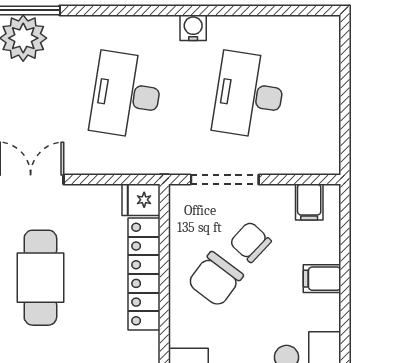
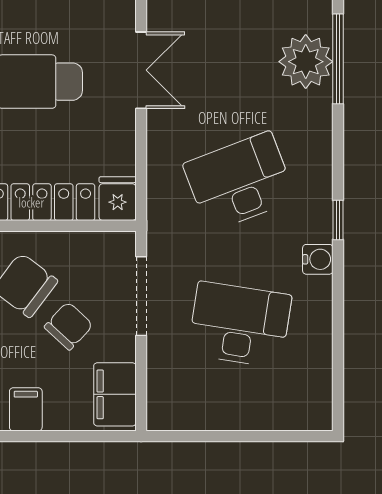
window: (159, 10) -> (338, 220), added
desk: (126, 95) -> (240, 182), turned -30
filing cabinet: (309, 202) -> (115, 394), width x2.00

